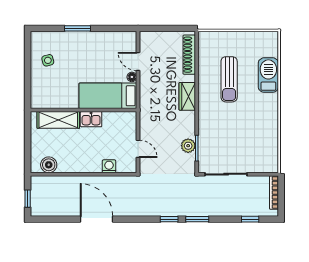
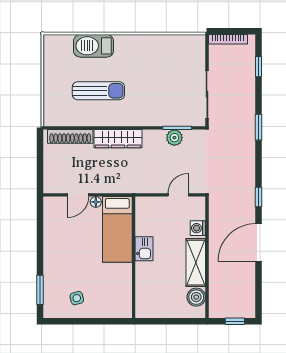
window: (78, 28) -> (40, 290), moved
wardrobe: (187, 96) -> (118, 139), width x1.50
shelving: (58, 120) -> (196, 263), moved
window: (169, 219) -> (258, 197), moved

